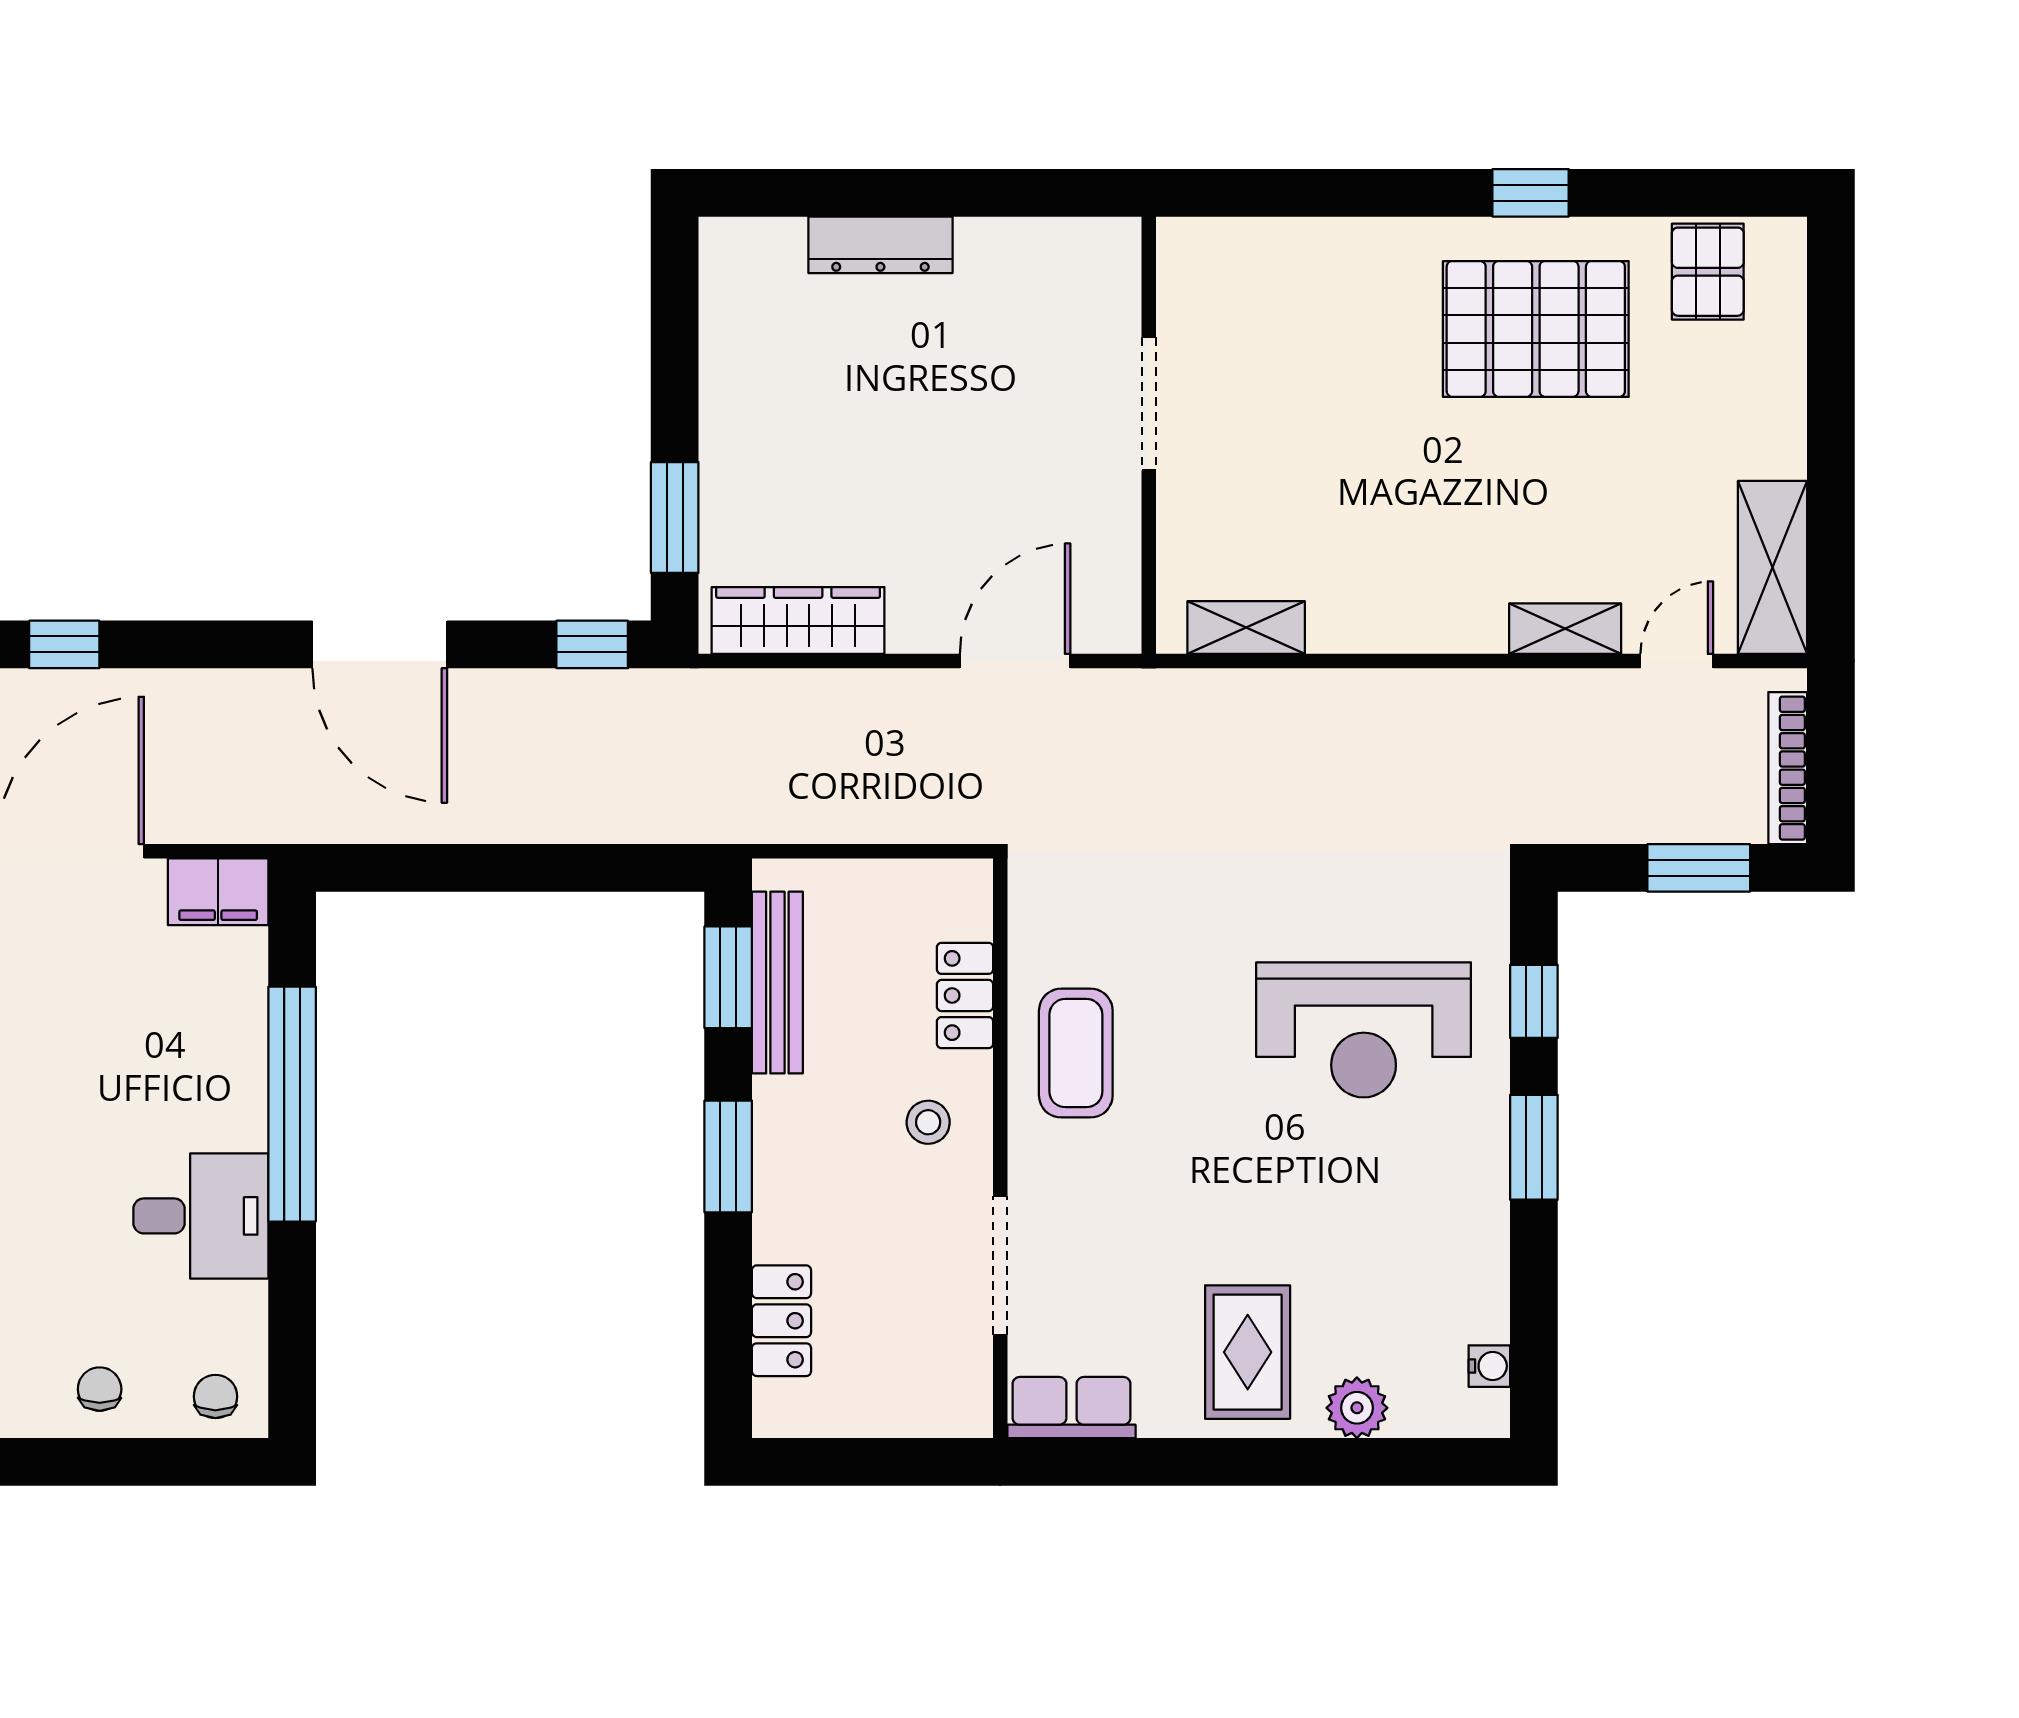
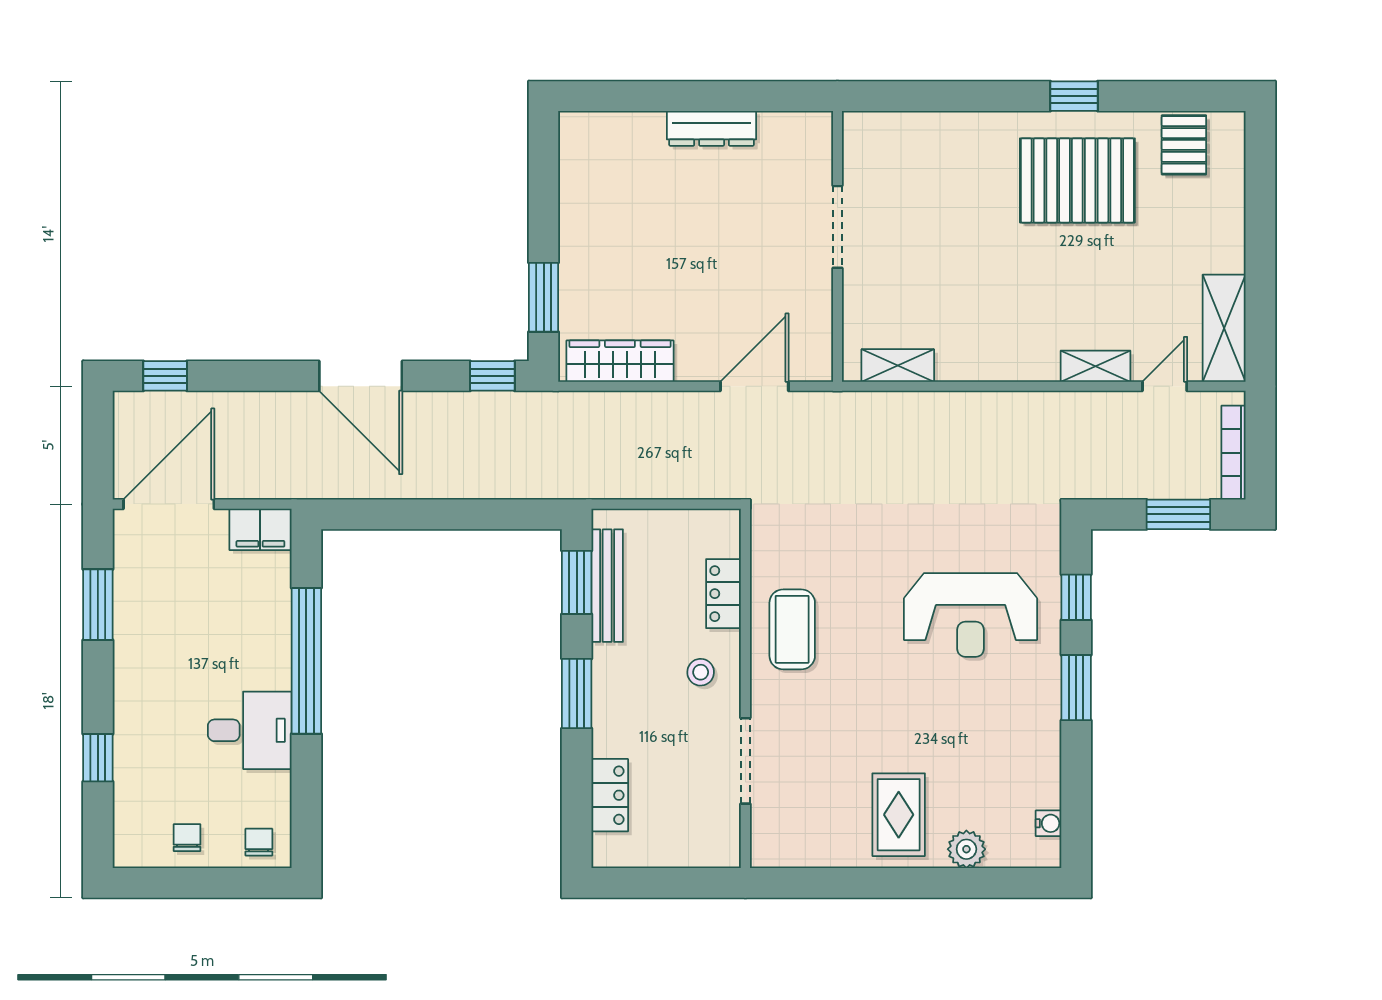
dresser: (880, 245) -> (712, 128), moved
row of seats: (1072, 1408) -> (790, 849), removed

